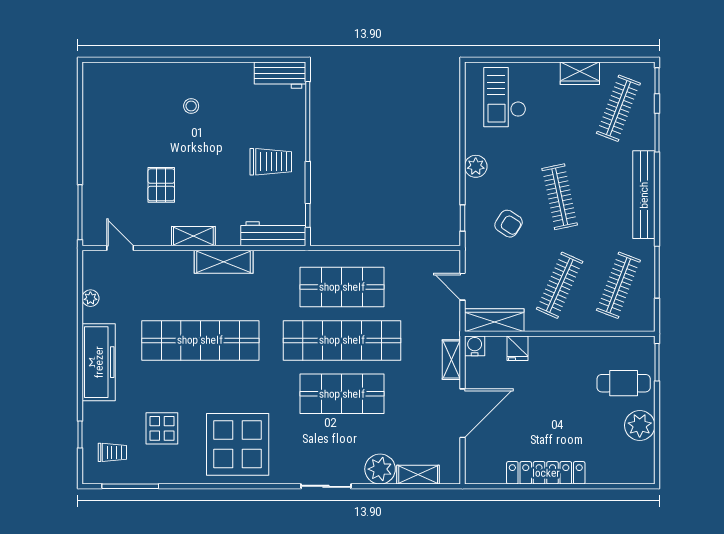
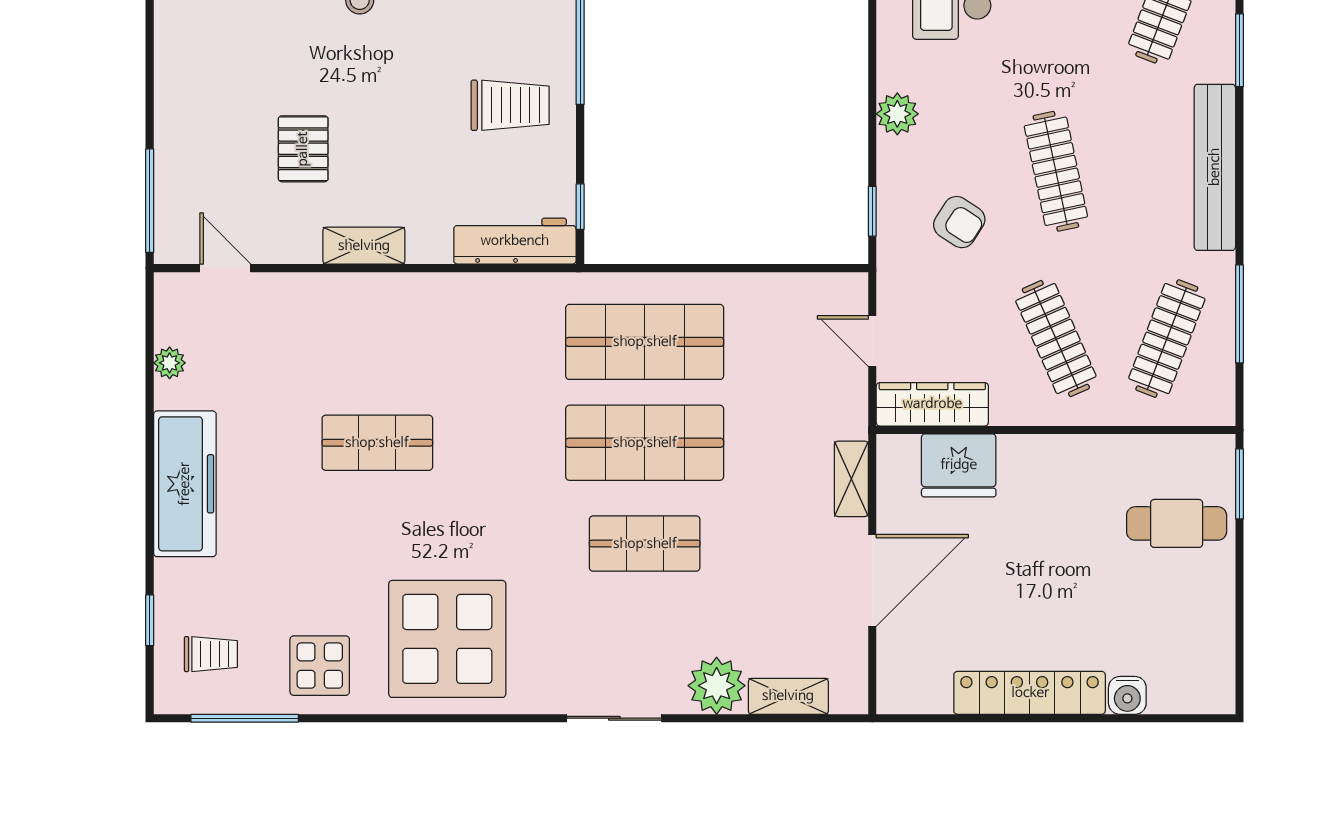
shelving: (224, 262) -> (421, 294), removed
clothes rail: (560, 285) -> (1056, 339), turned -48
shop shelf: (200, 340) -> (377, 443), width x0.50, depth x0.74
shop shelf: (342, 340) -> (645, 443), width x0.71
water cooler: (475, 346) -> (1127, 695), moved, turned 180
fridge: (518, 348) -> (959, 465), width x1.88, depth x1.34
shop shelf: (342, 394) -> (645, 544), width x0.70, depth x0.74
plant: (640, 425) -> (1207, 603), removed
display table: (162, 428) -> (320, 666), moved

